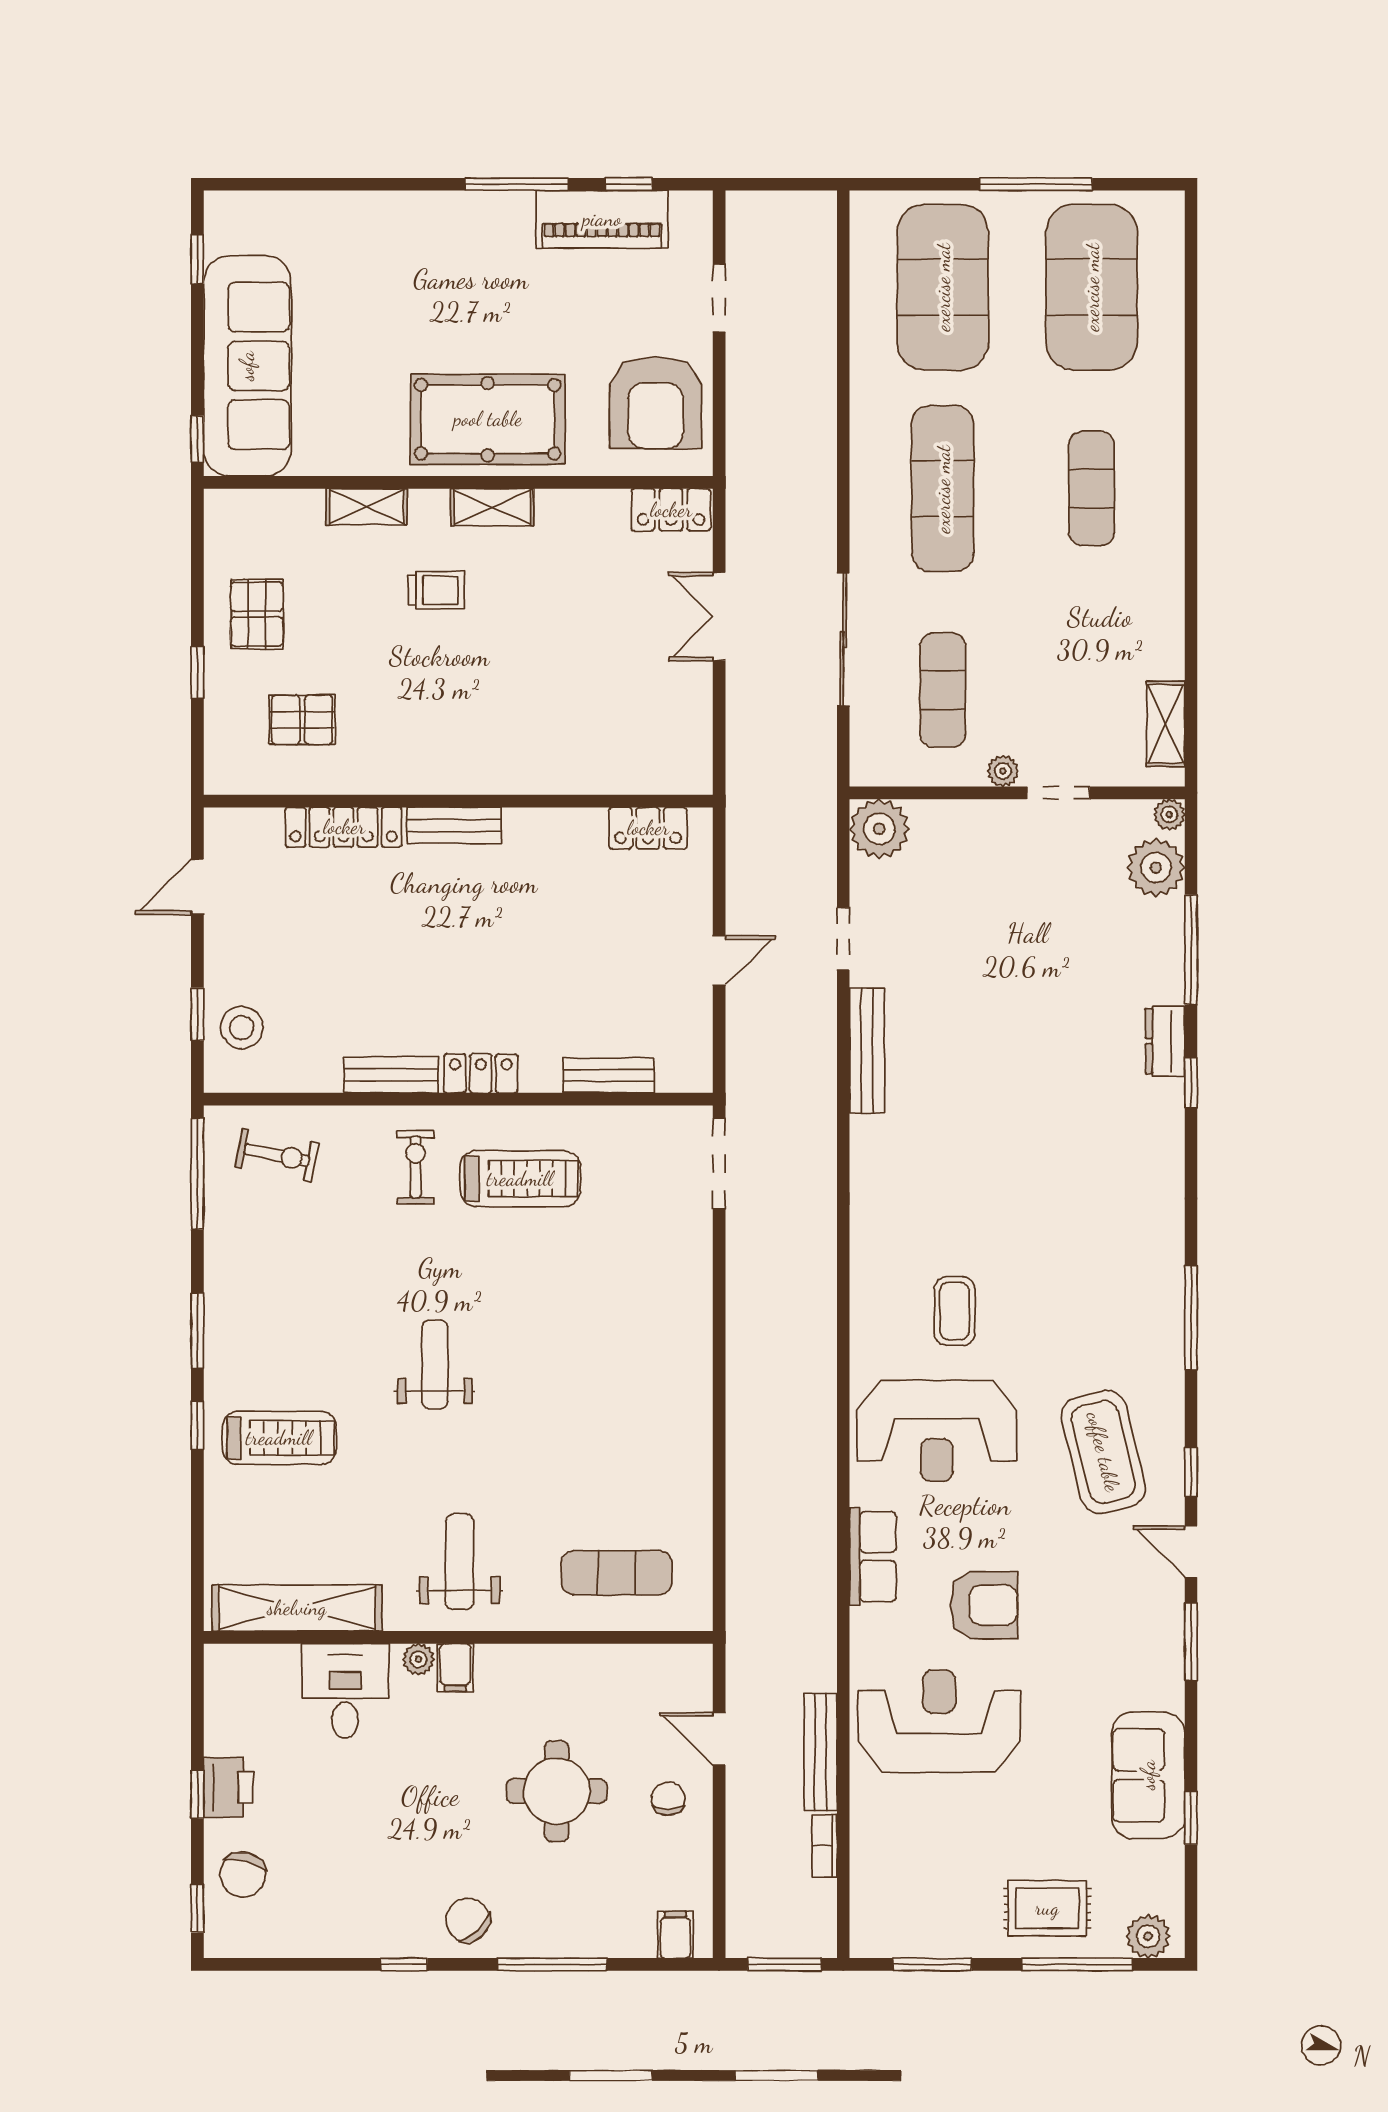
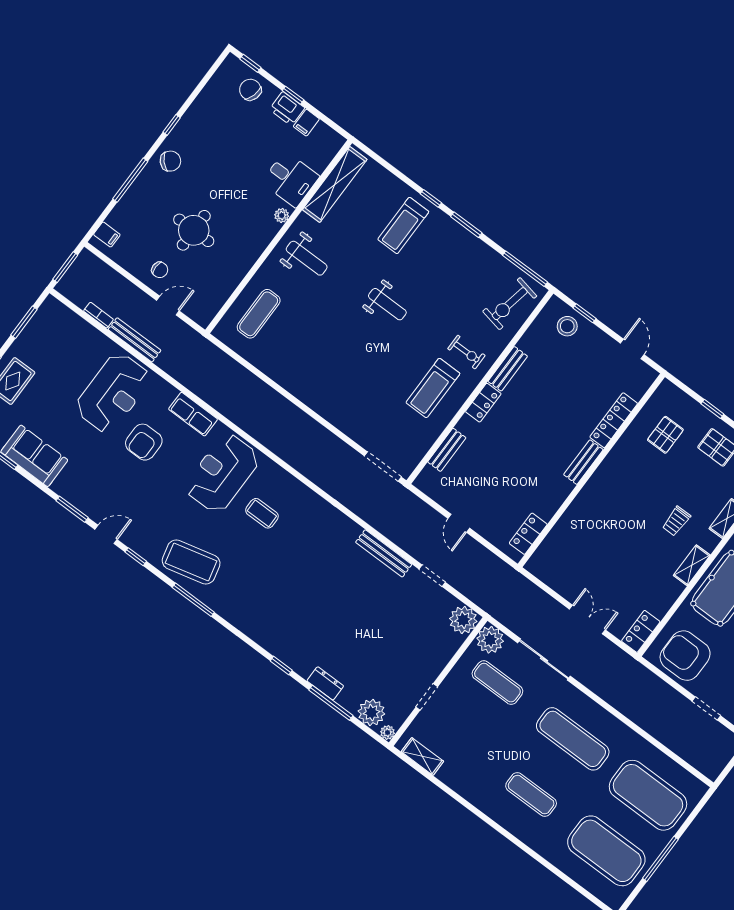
plant: (1003, 771) -> (490, 640), moved, width x1.88, depth x1.88
dresser: (1165, 1041) -> (325, 683), moved
exercise bike: (277, 1155) -> (510, 304), width x1.38, depth x1.39
coffee table: (1103, 1452) -> (191, 562), moved
filing cabinet: (455, 1668) -> (306, 123), moved, turned -90

